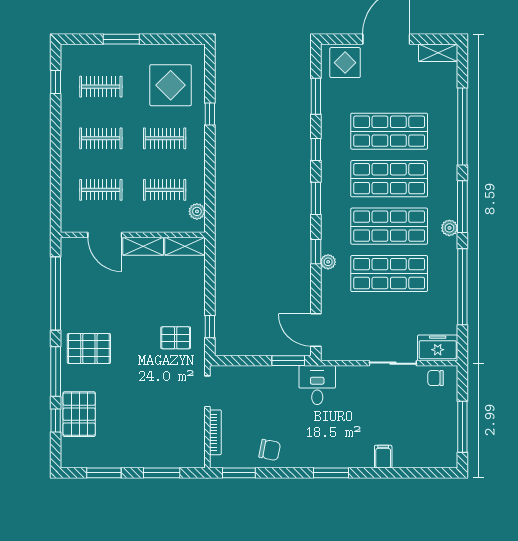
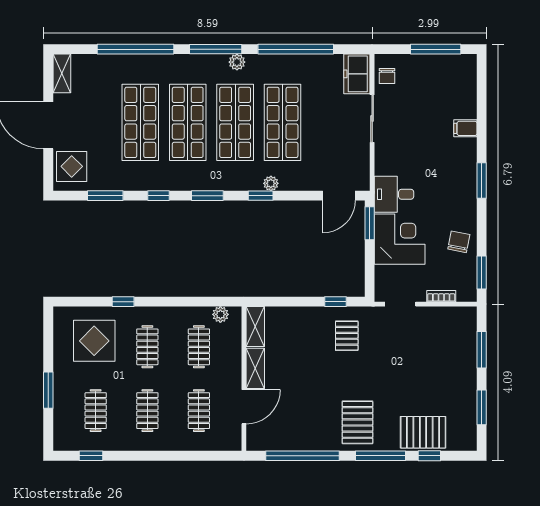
corner desk: (272, 391) -> (400, 239), added
bookcase: (215, 432) -> (441, 296), width x0.64

